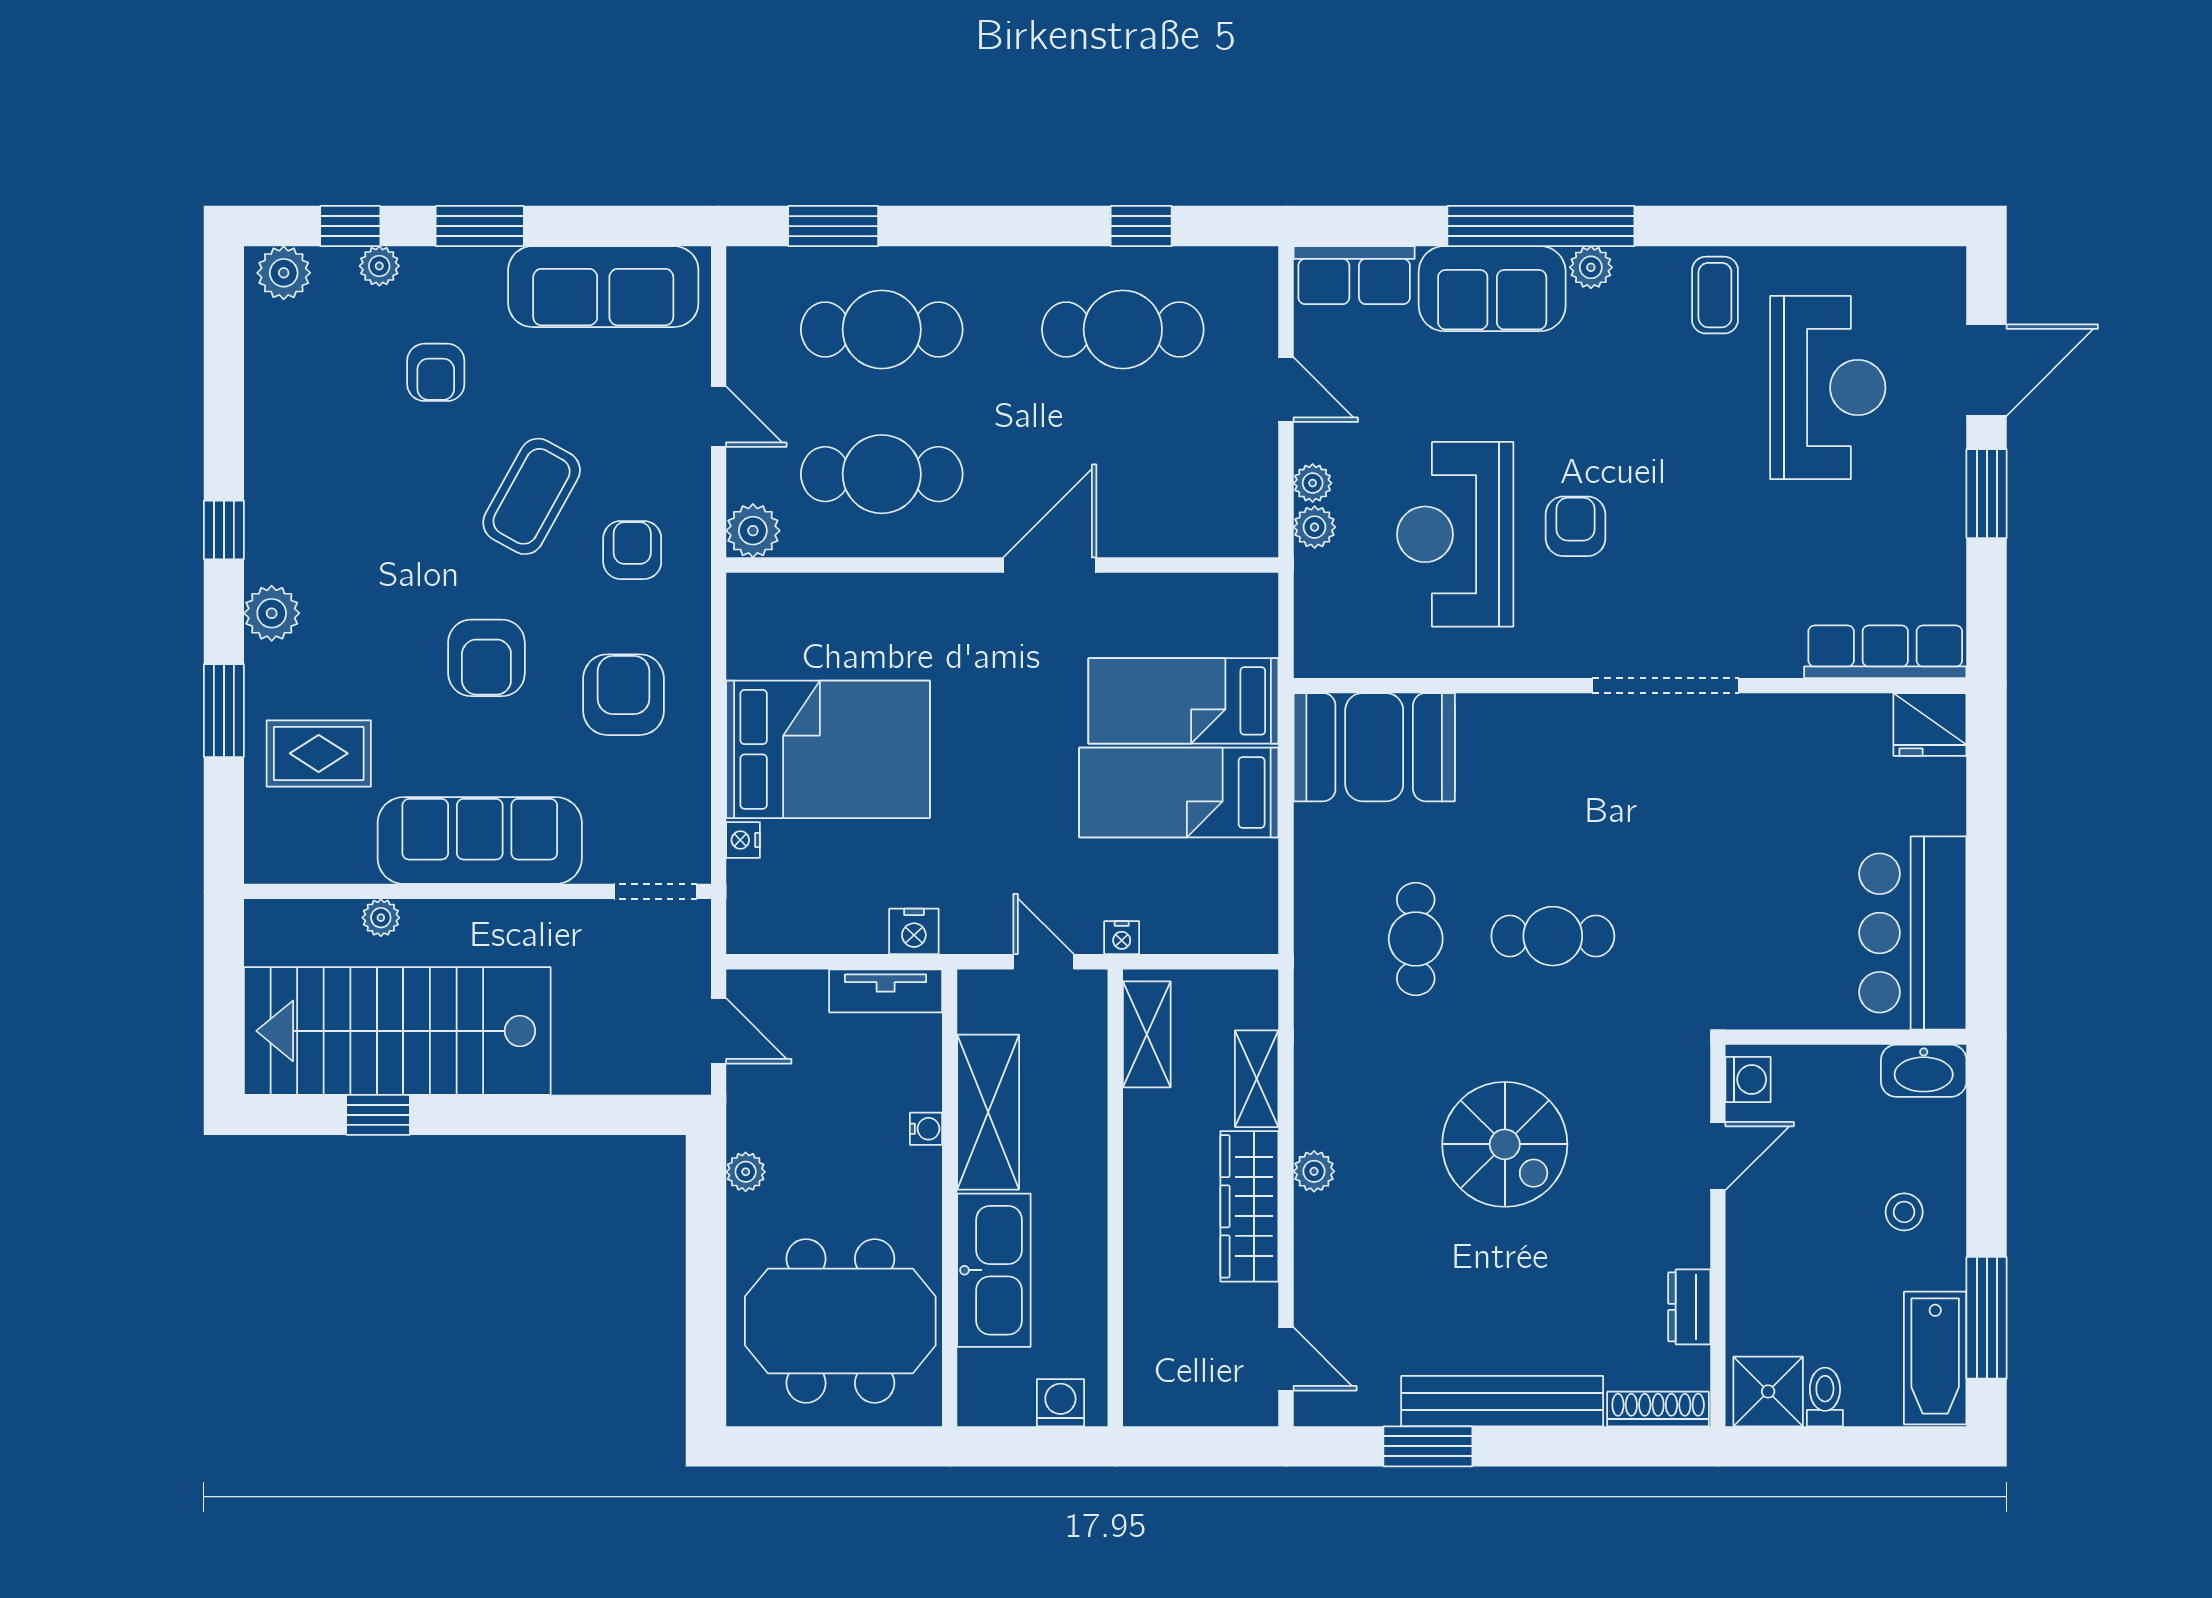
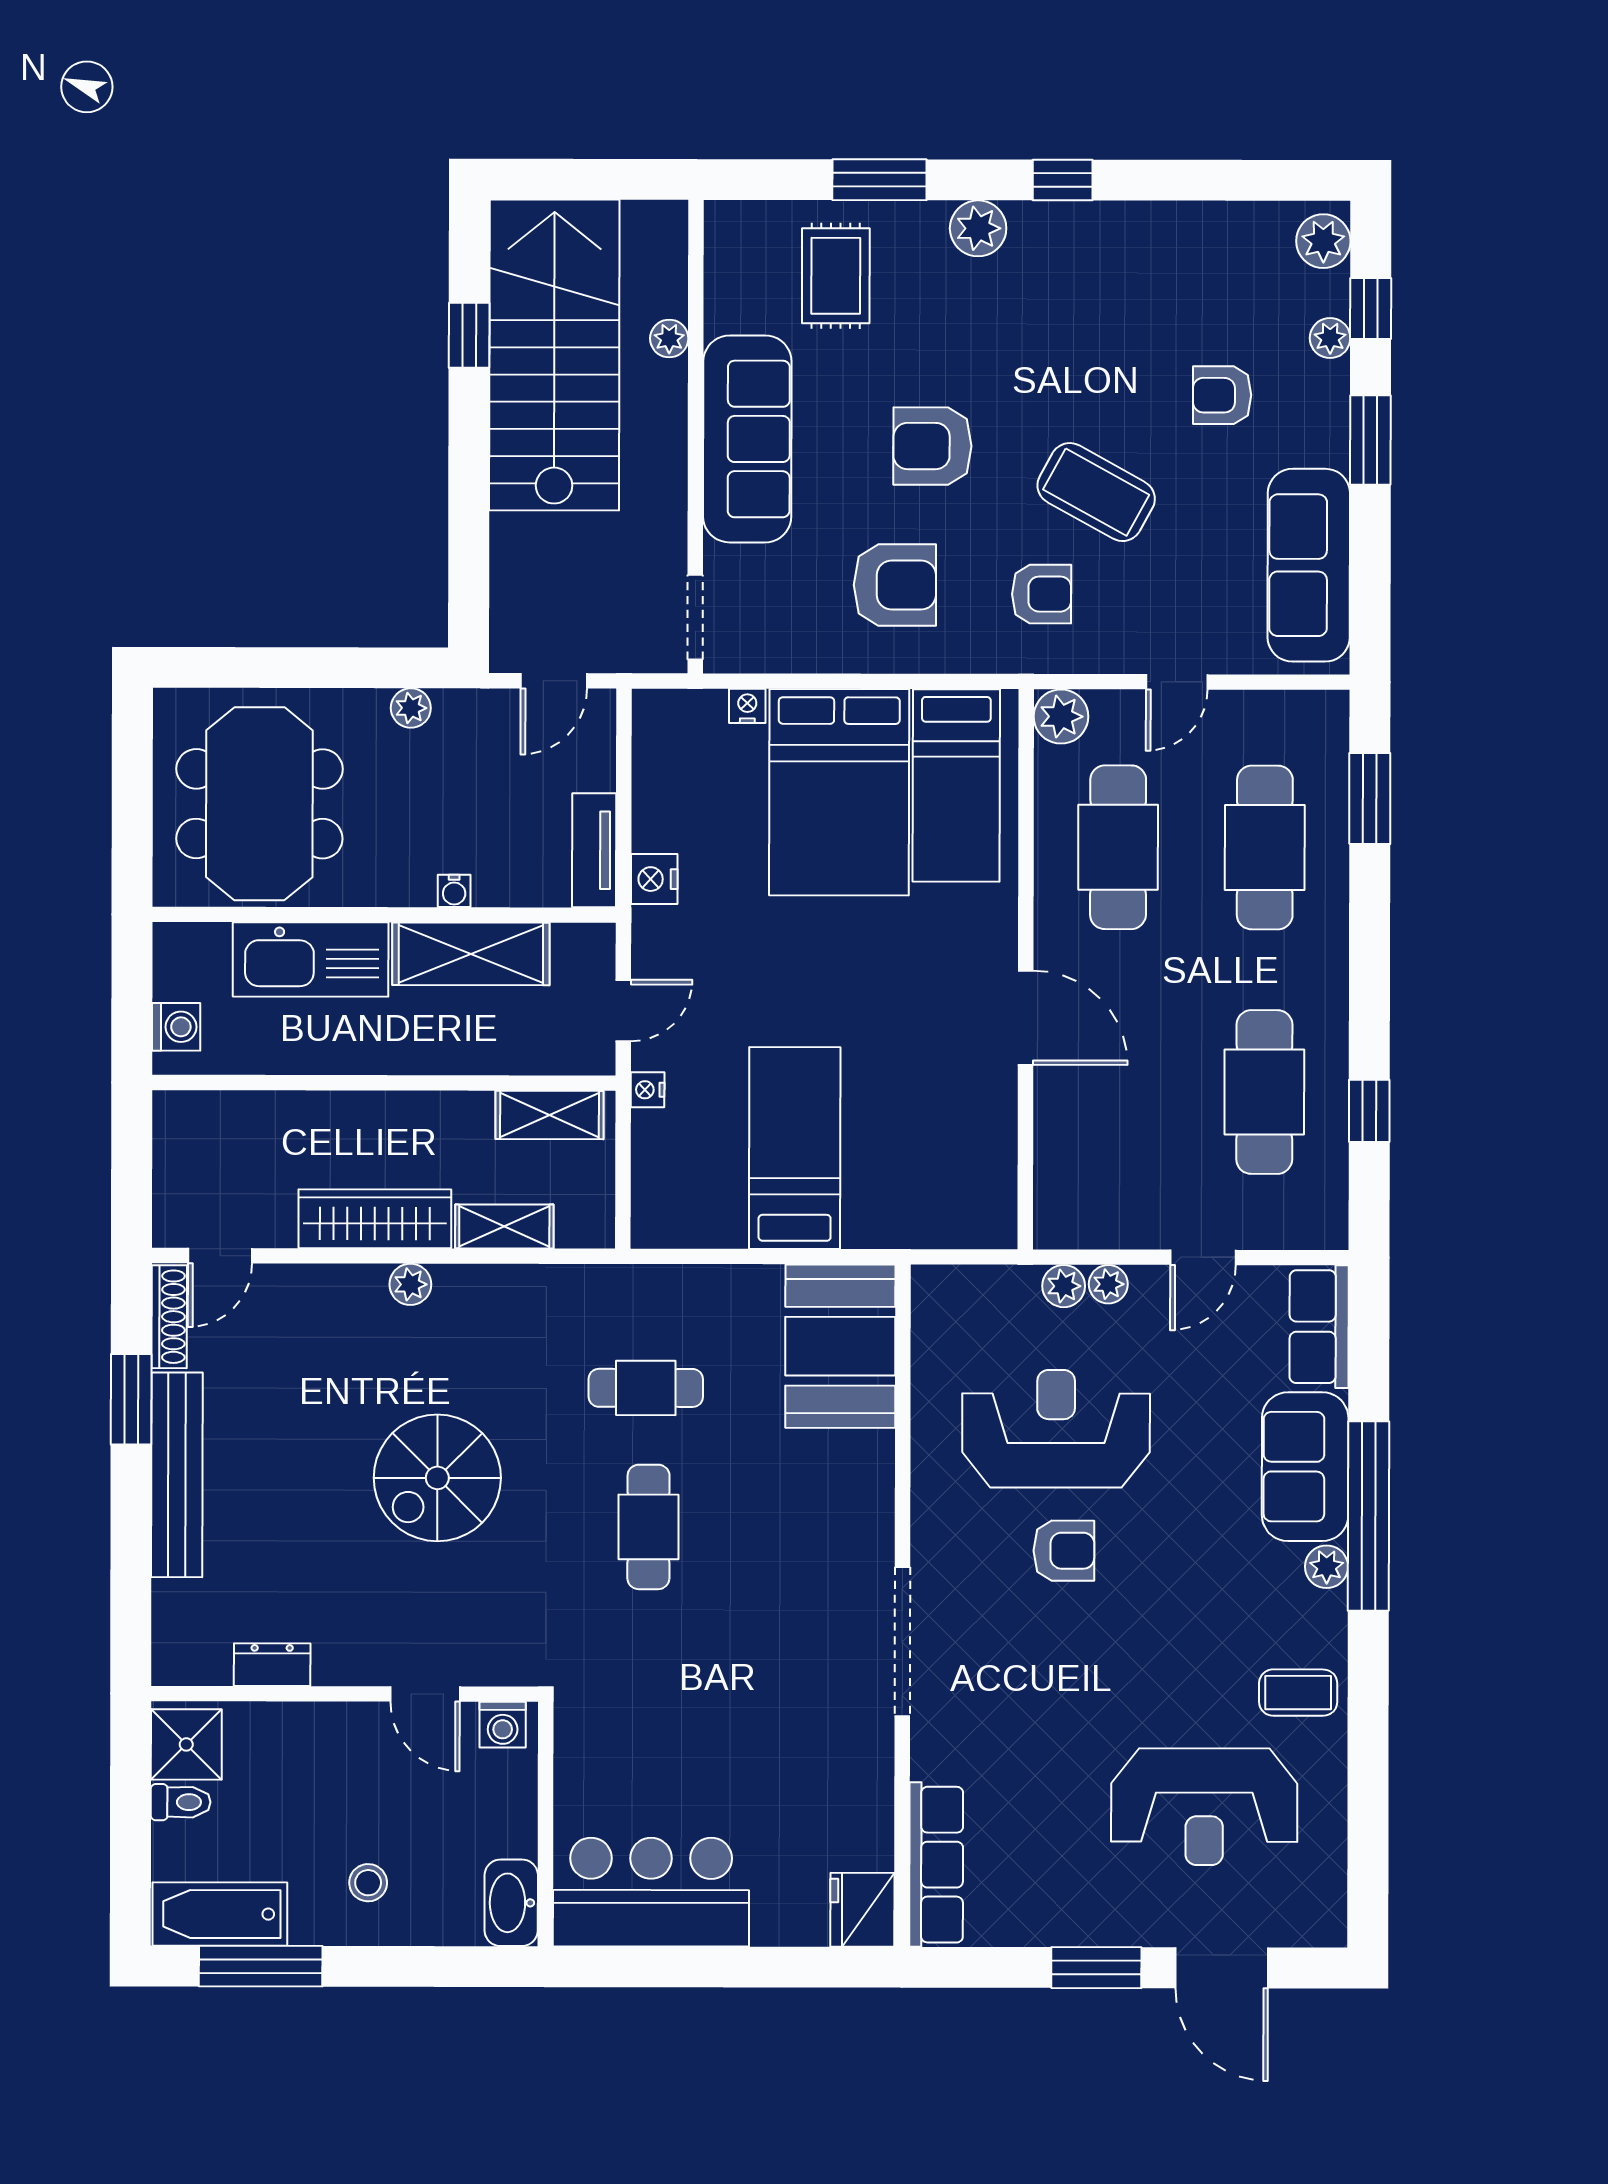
bed: (1183, 701) -> (956, 785), moved, turned 180
shoe rack: (1658, 1409) -> (169, 1317), moved

